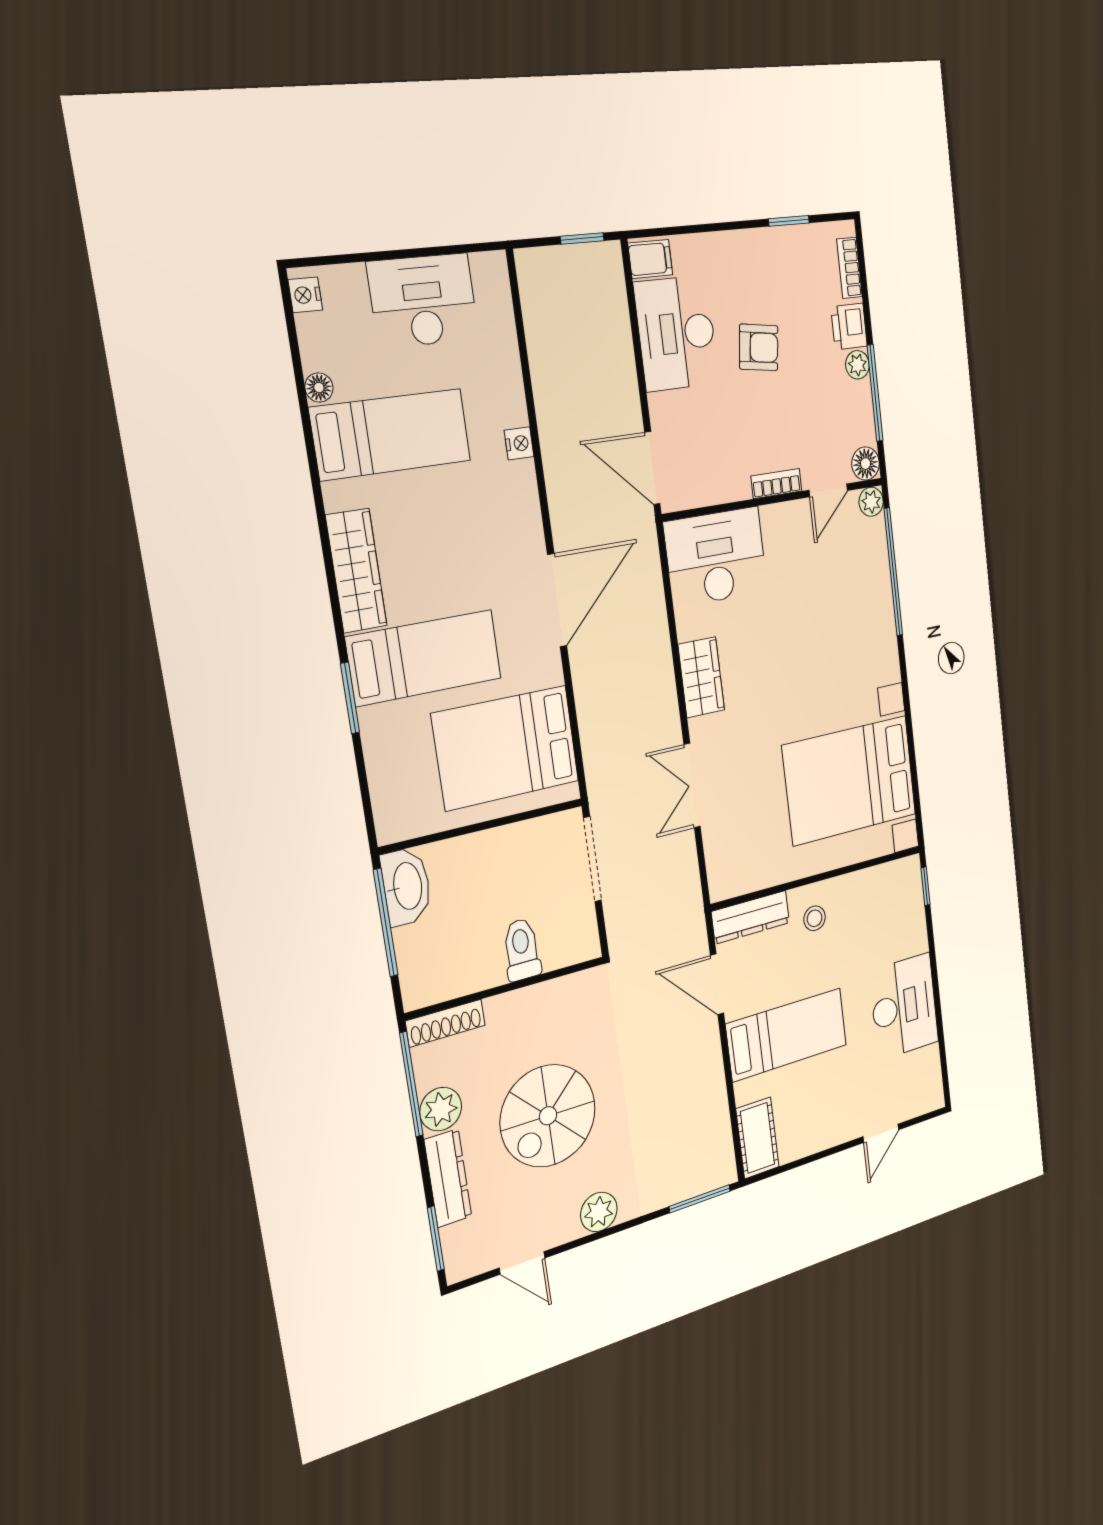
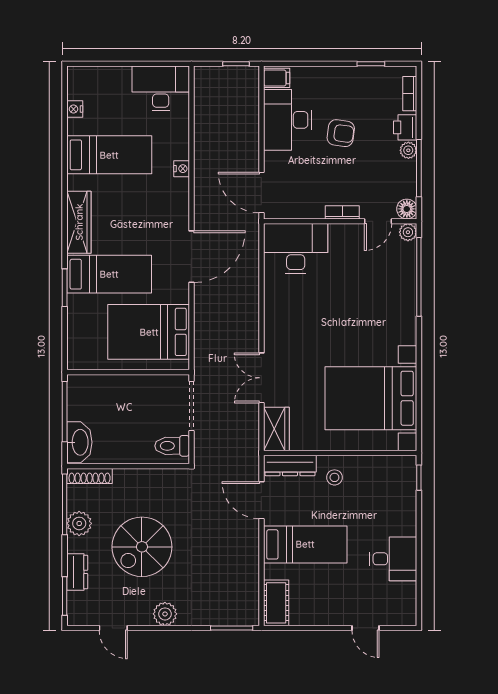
nightstand: (305, 295) -> (75, 109), moved
desk: (423, 301) -> (161, 88), moved
floor lamp: (319, 387) -> (74, 127), removed
wardrobe: (701, 677) -> (276, 429), moved
washbasin: (406, 886) -> (79, 442), moved
toilet: (522, 950) -> (172, 446), moved, turned -90
desk: (904, 1006) -> (393, 559), width x0.73
door: (881, 1133) -> (365, 628), hinge flipped
dresser: (448, 1178) -> (77, 572), width x0.70

